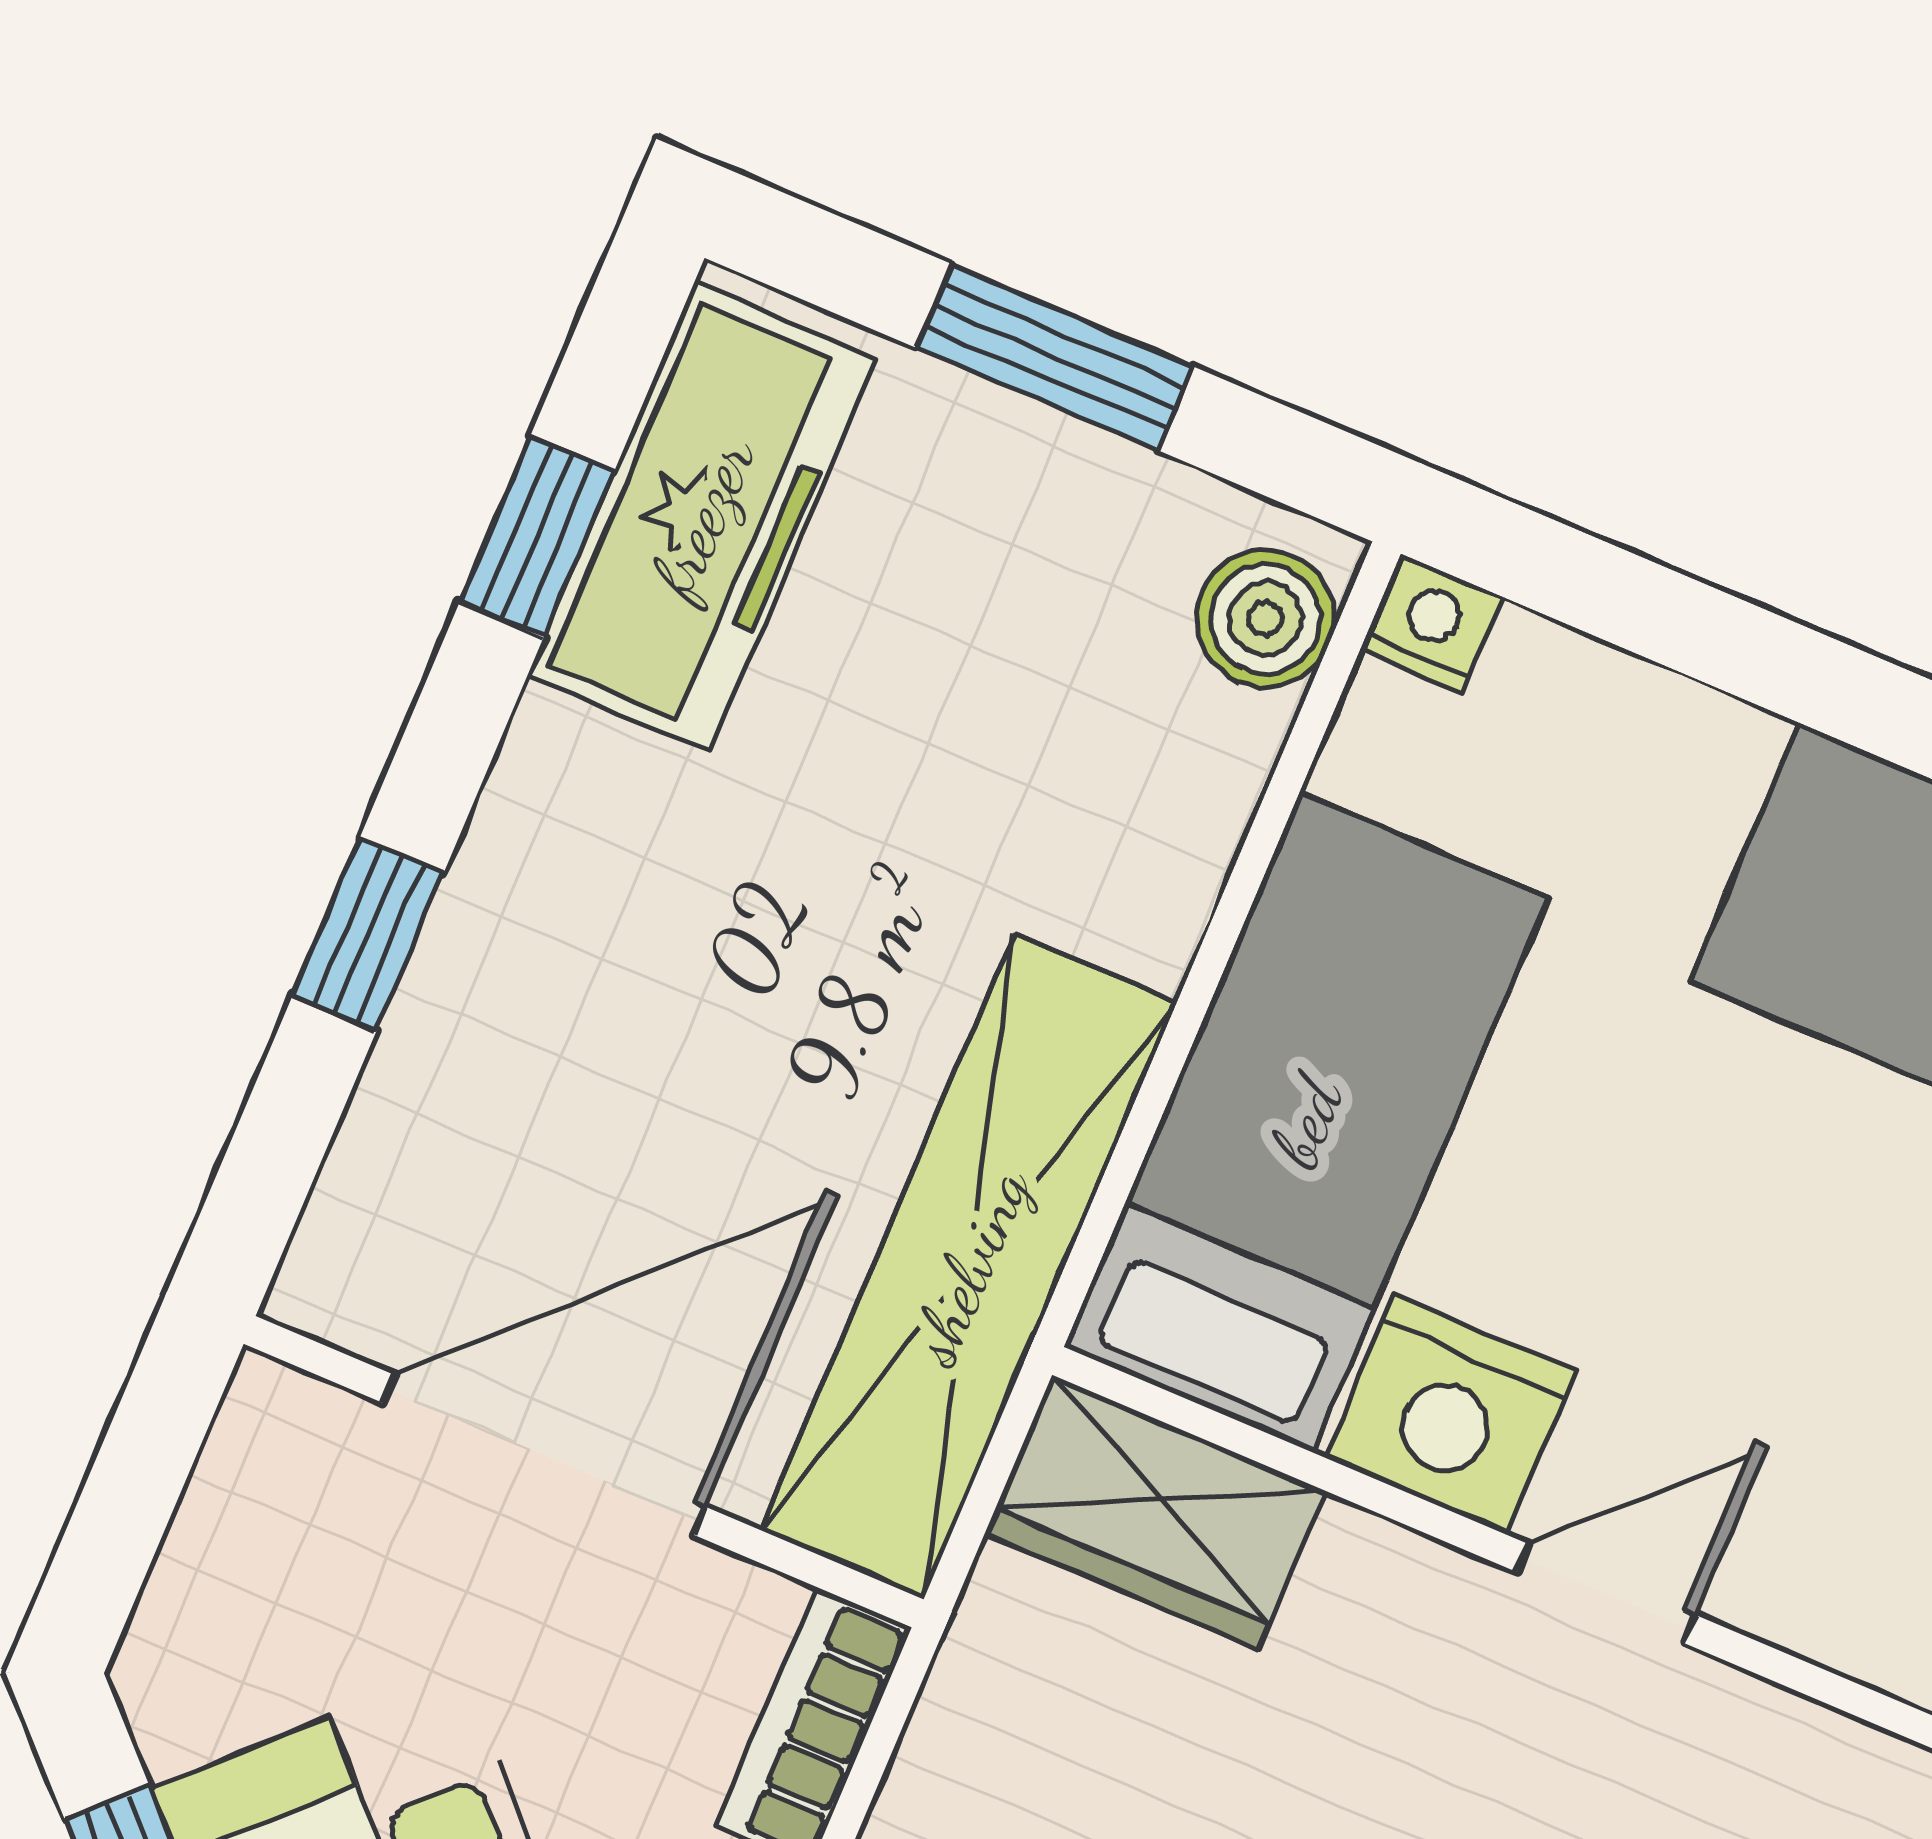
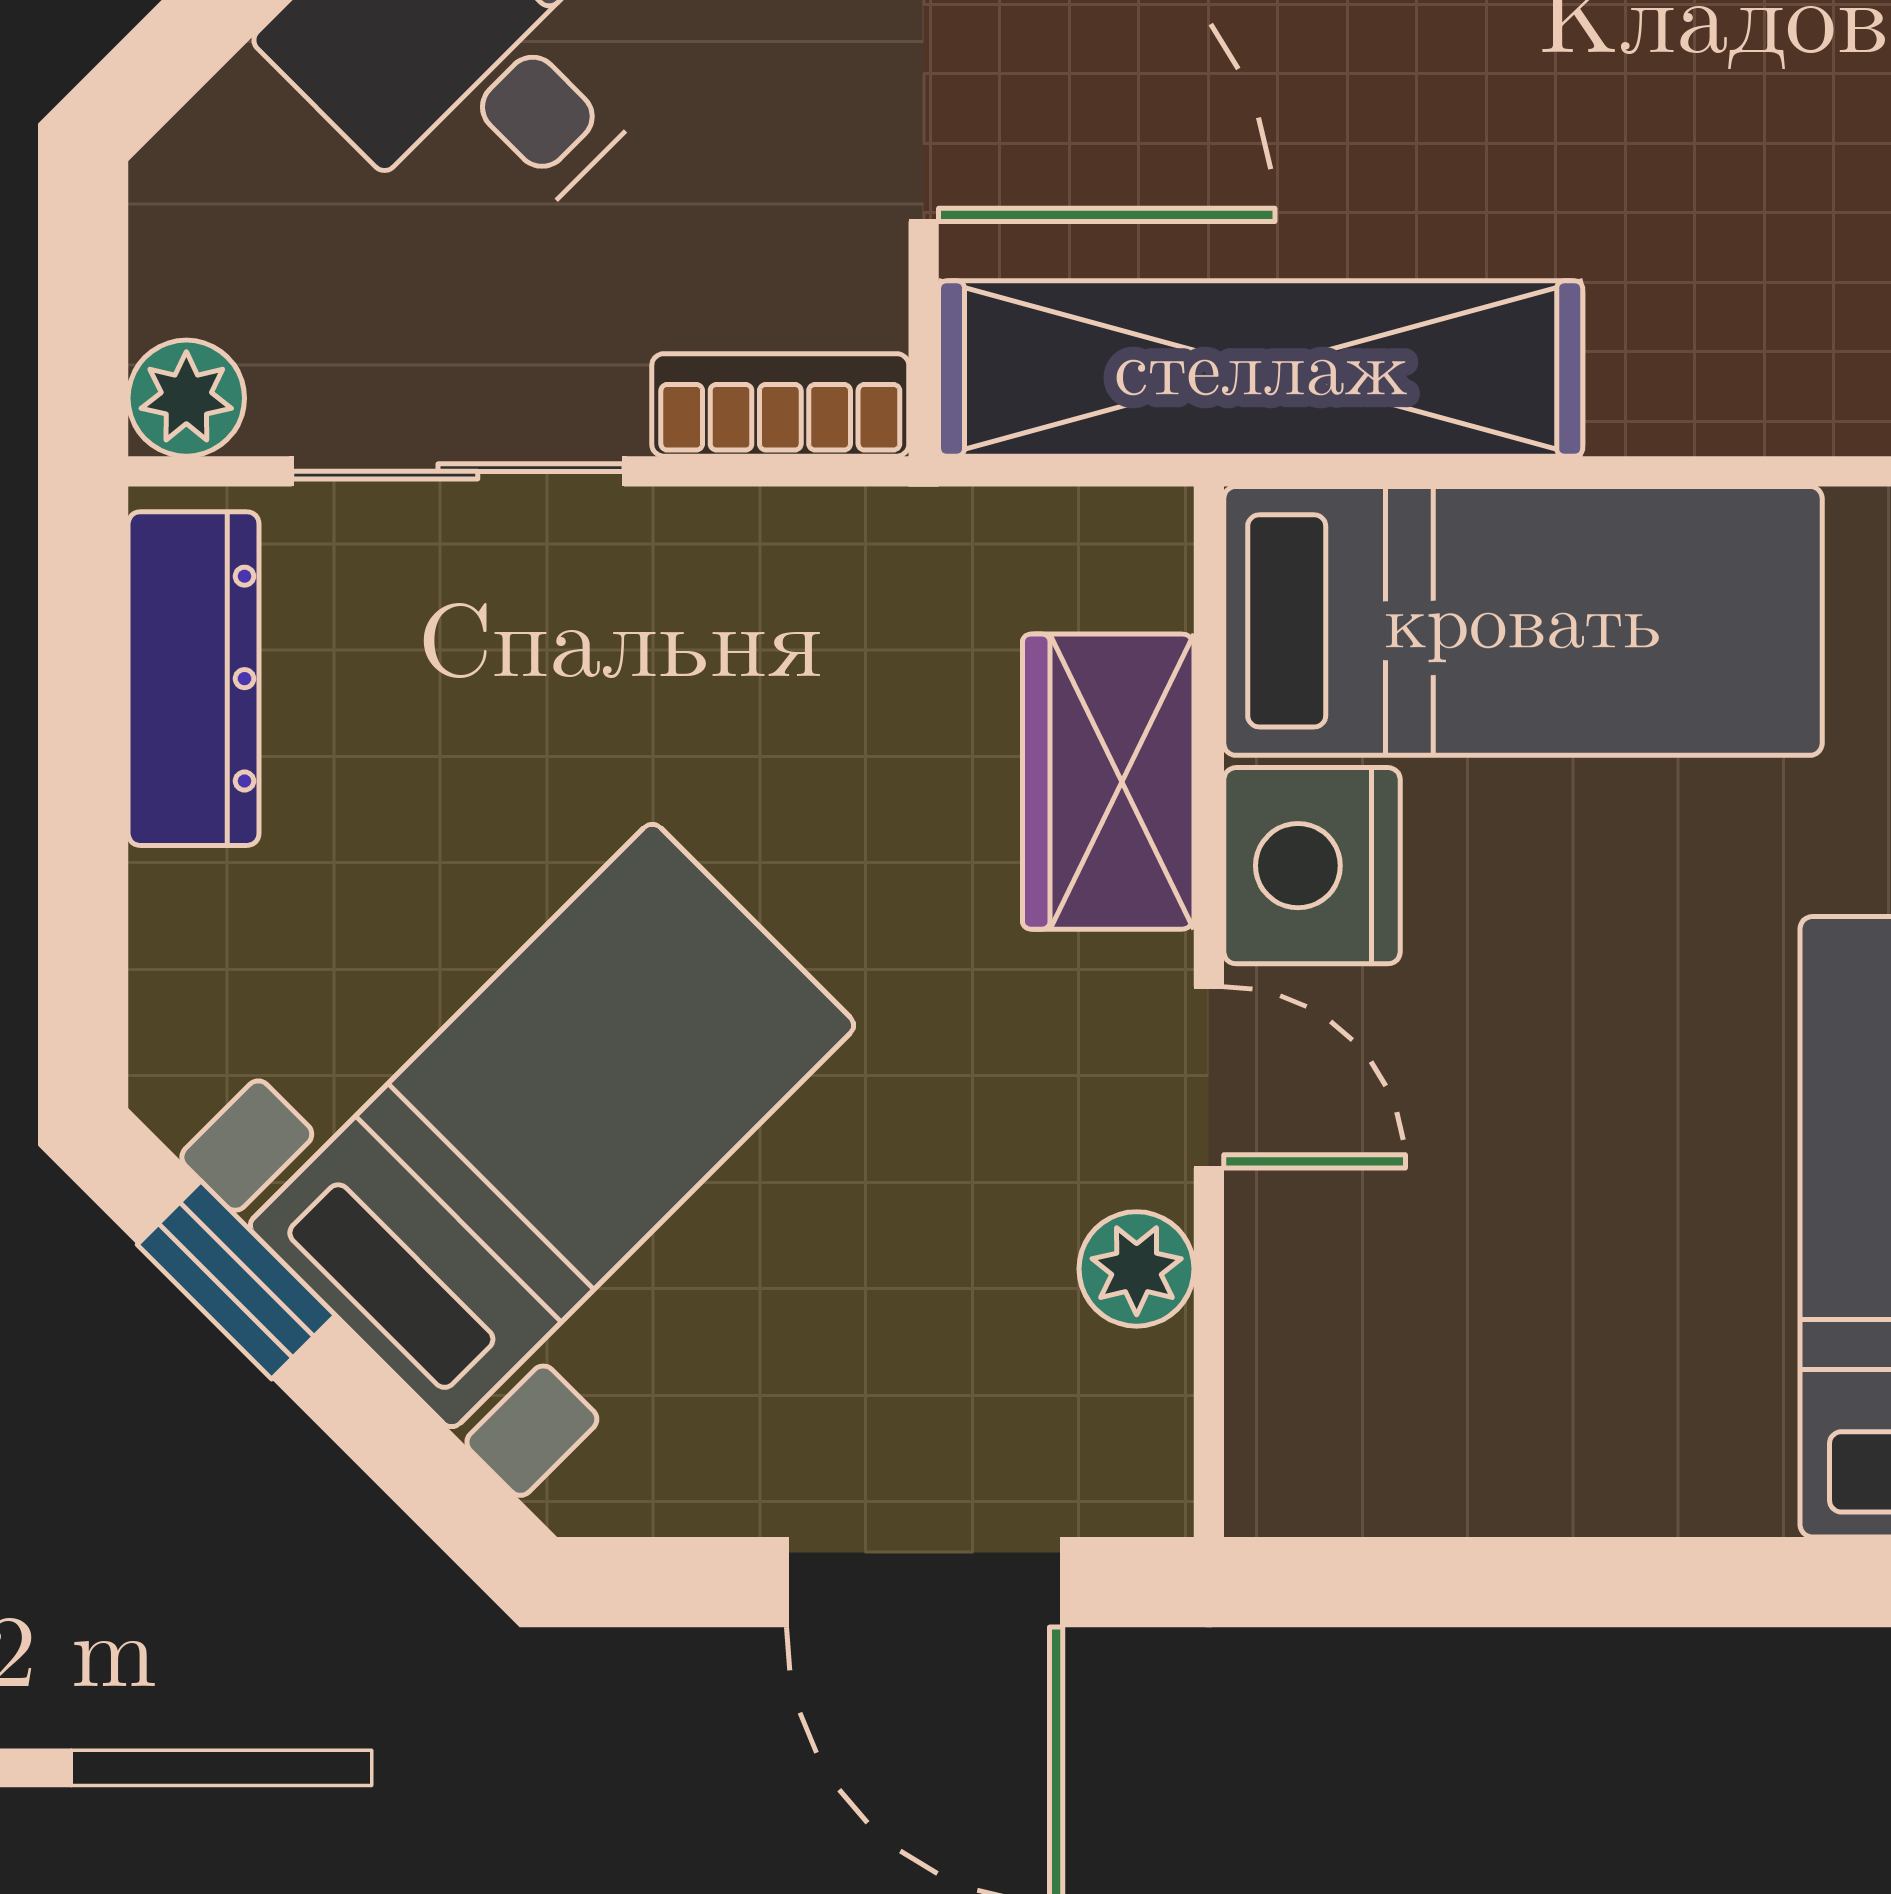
wardrobe: (1155, 1512) -> (1108, 782), moved
plant: (1755, 1736) -> (1137, 1269), added

